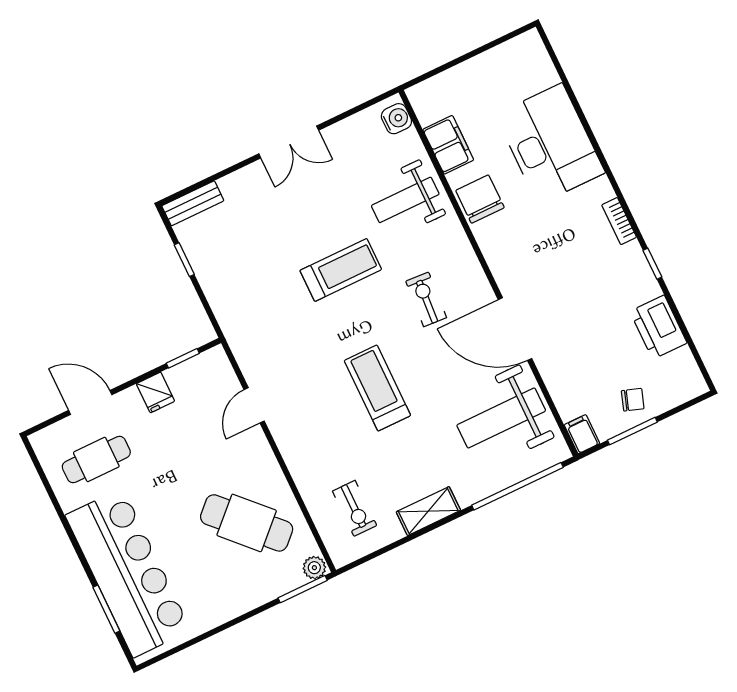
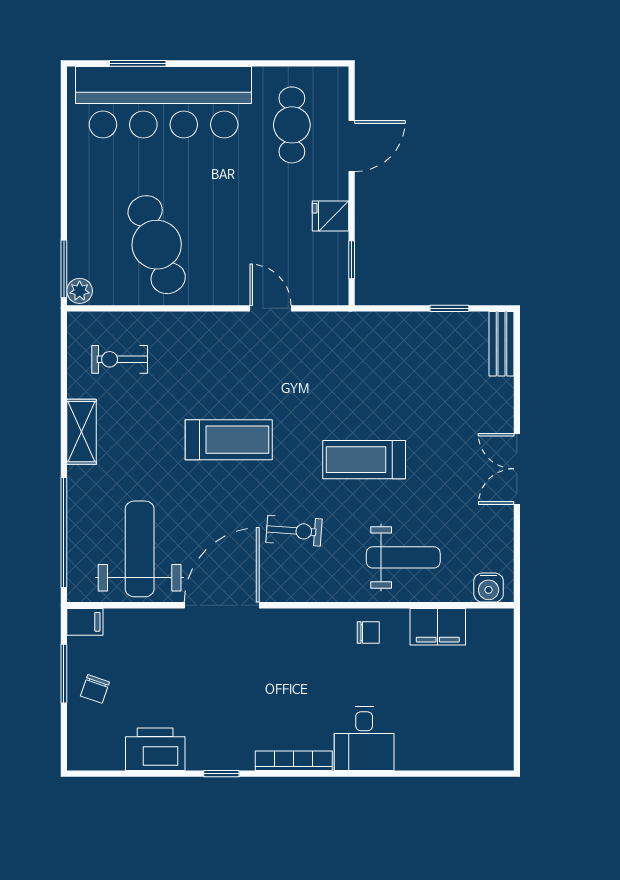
desk: (550, 144) -> (364, 739), width x0.53, depth x0.77
chair: (480, 199) -> (368, 632), width x0.54, depth x0.54
weight bench: (405, 200) -> (403, 557), turned 90
bookcase: (619, 221) -> (294, 761), width x1.56
treadmill: (341, 270) -> (364, 460), turned 90
cafe table: (247, 523) -> (157, 245), turned -65

